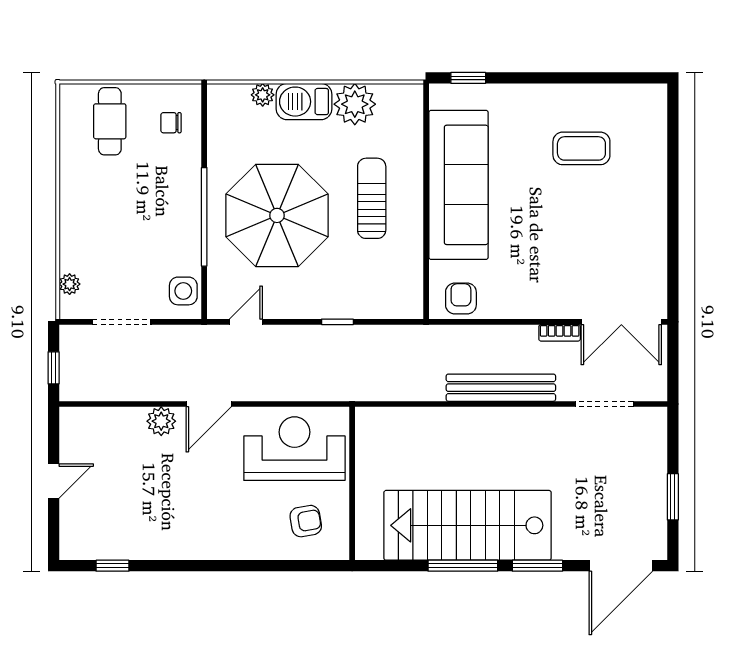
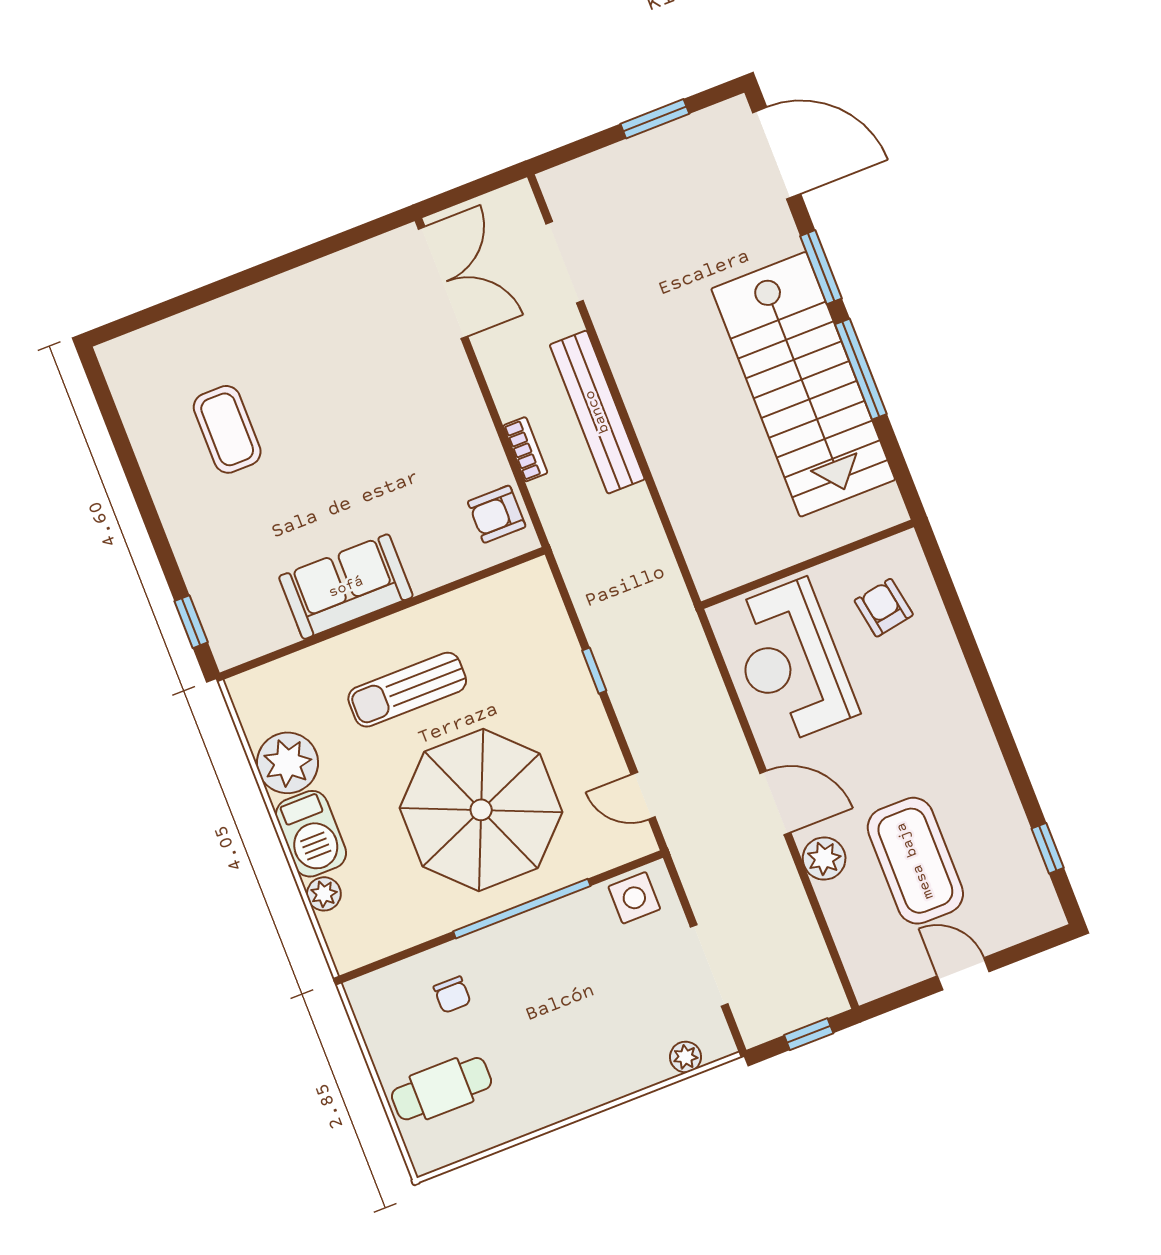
chair: (171, 123) -> (452, 995), moved
sofa: (459, 185) -> (346, 587), width x0.54, depth x0.79
bookcase: (560, 333) -> (525, 449), moved
coffee table: (137, 479) -> (915, 861), added

